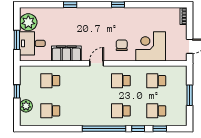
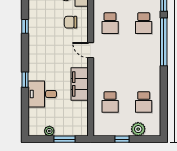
plant: (28, 22) -> (49, 131), width x0.53, depth x0.53
desk: (32, 43) -> (42, 94), moved, turned 90

